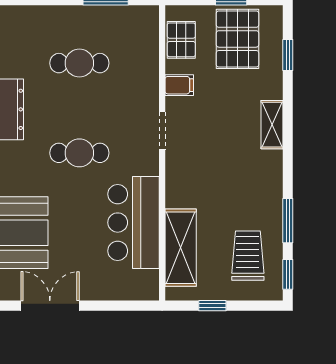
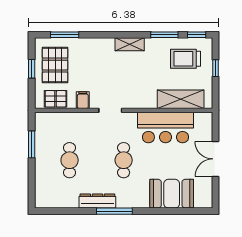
pallet: (238, 39) -> (55, 65), turned 90
window: (288, 55) -> (65, 35), width x1.50
shelving: (272, 125) -> (130, 44), moved
double door: (50, 306) -> (216, 159), moved
window: (212, 306) -> (216, 68), moved

